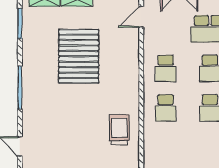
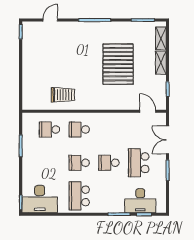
pallet: (79, 56) -> (118, 64), turned 90
school desk: (166, 68) -> (50, 130), moved

